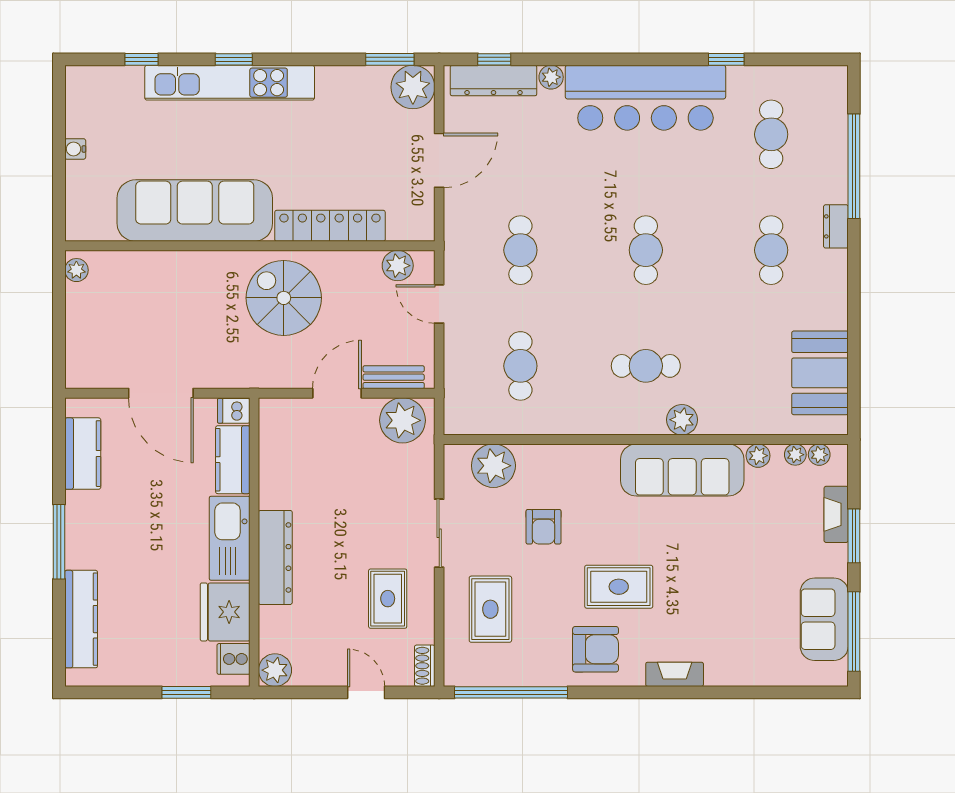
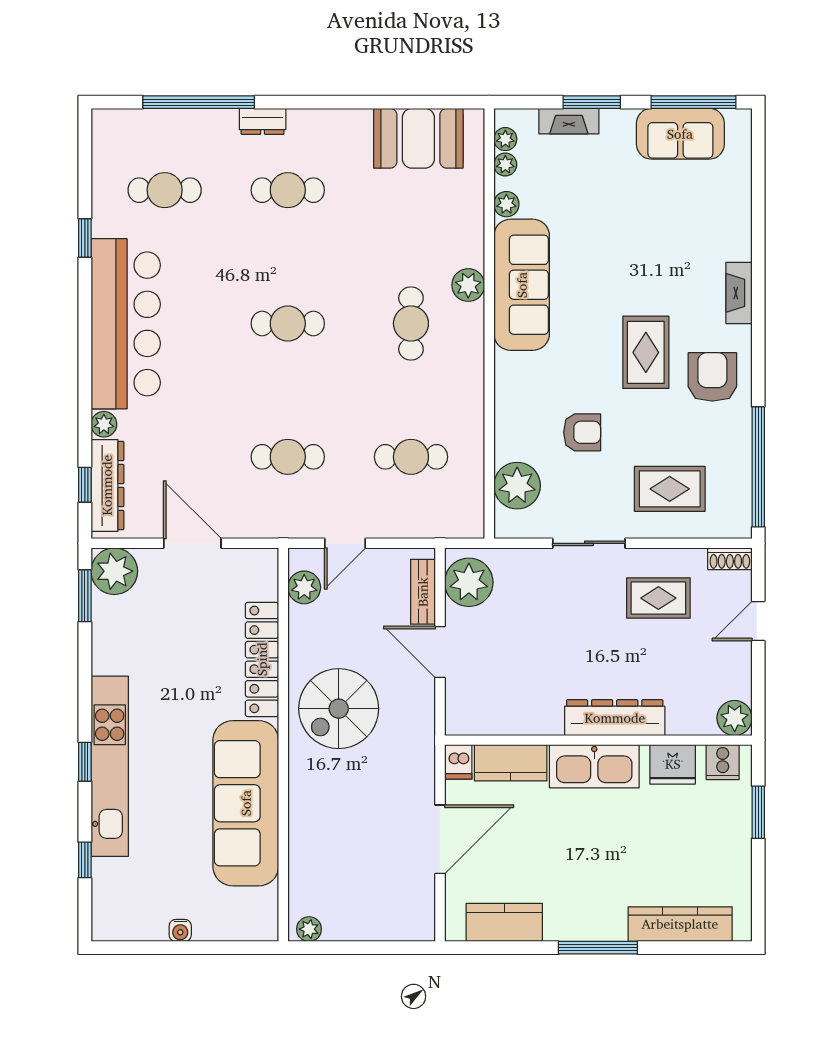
fridge: (225, 612) -> (673, 764), width x0.73, depth x0.75

